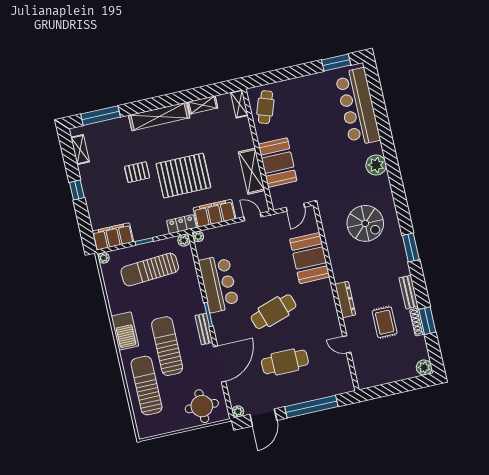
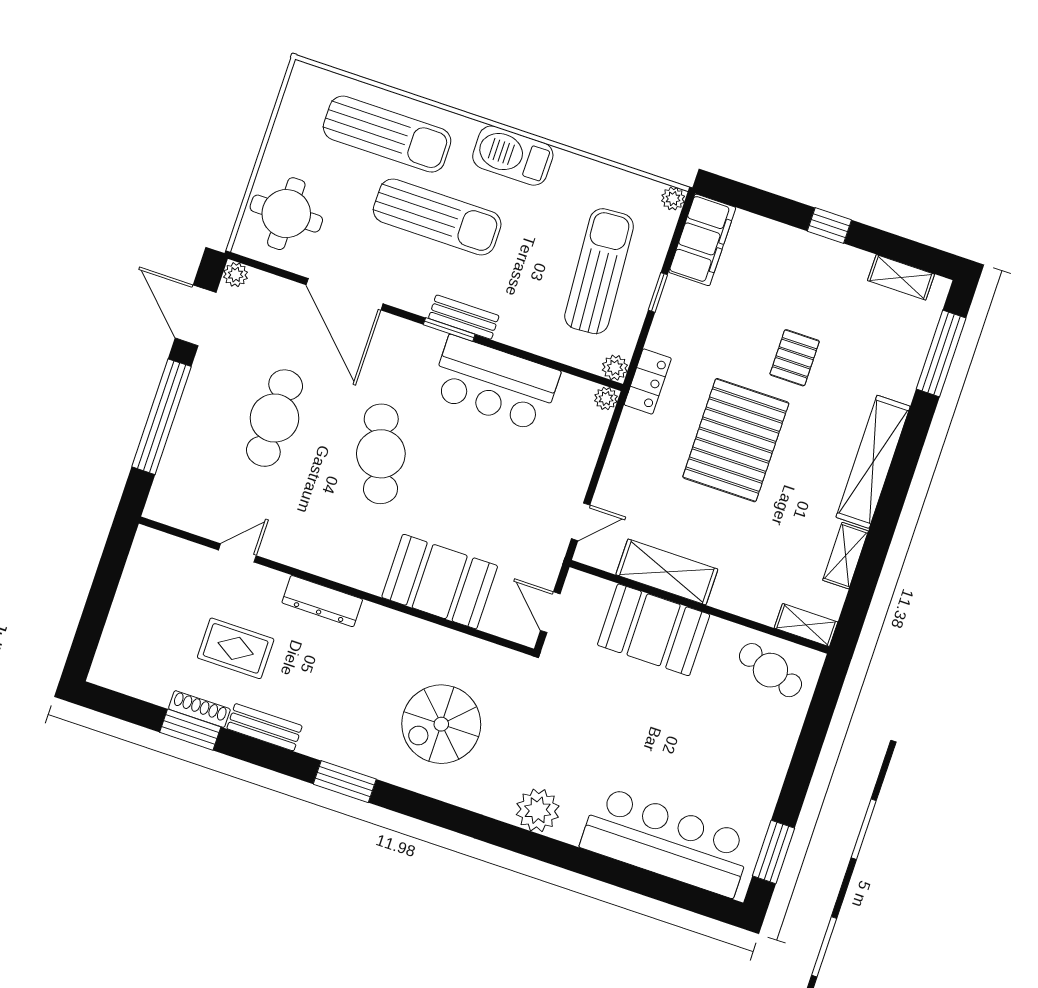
filing cabinet: (214, 213) -> (630, 455), removed
bench: (204, 329) -> (464, 317), moved
plant: (424, 367) -> (107, 671), removed

